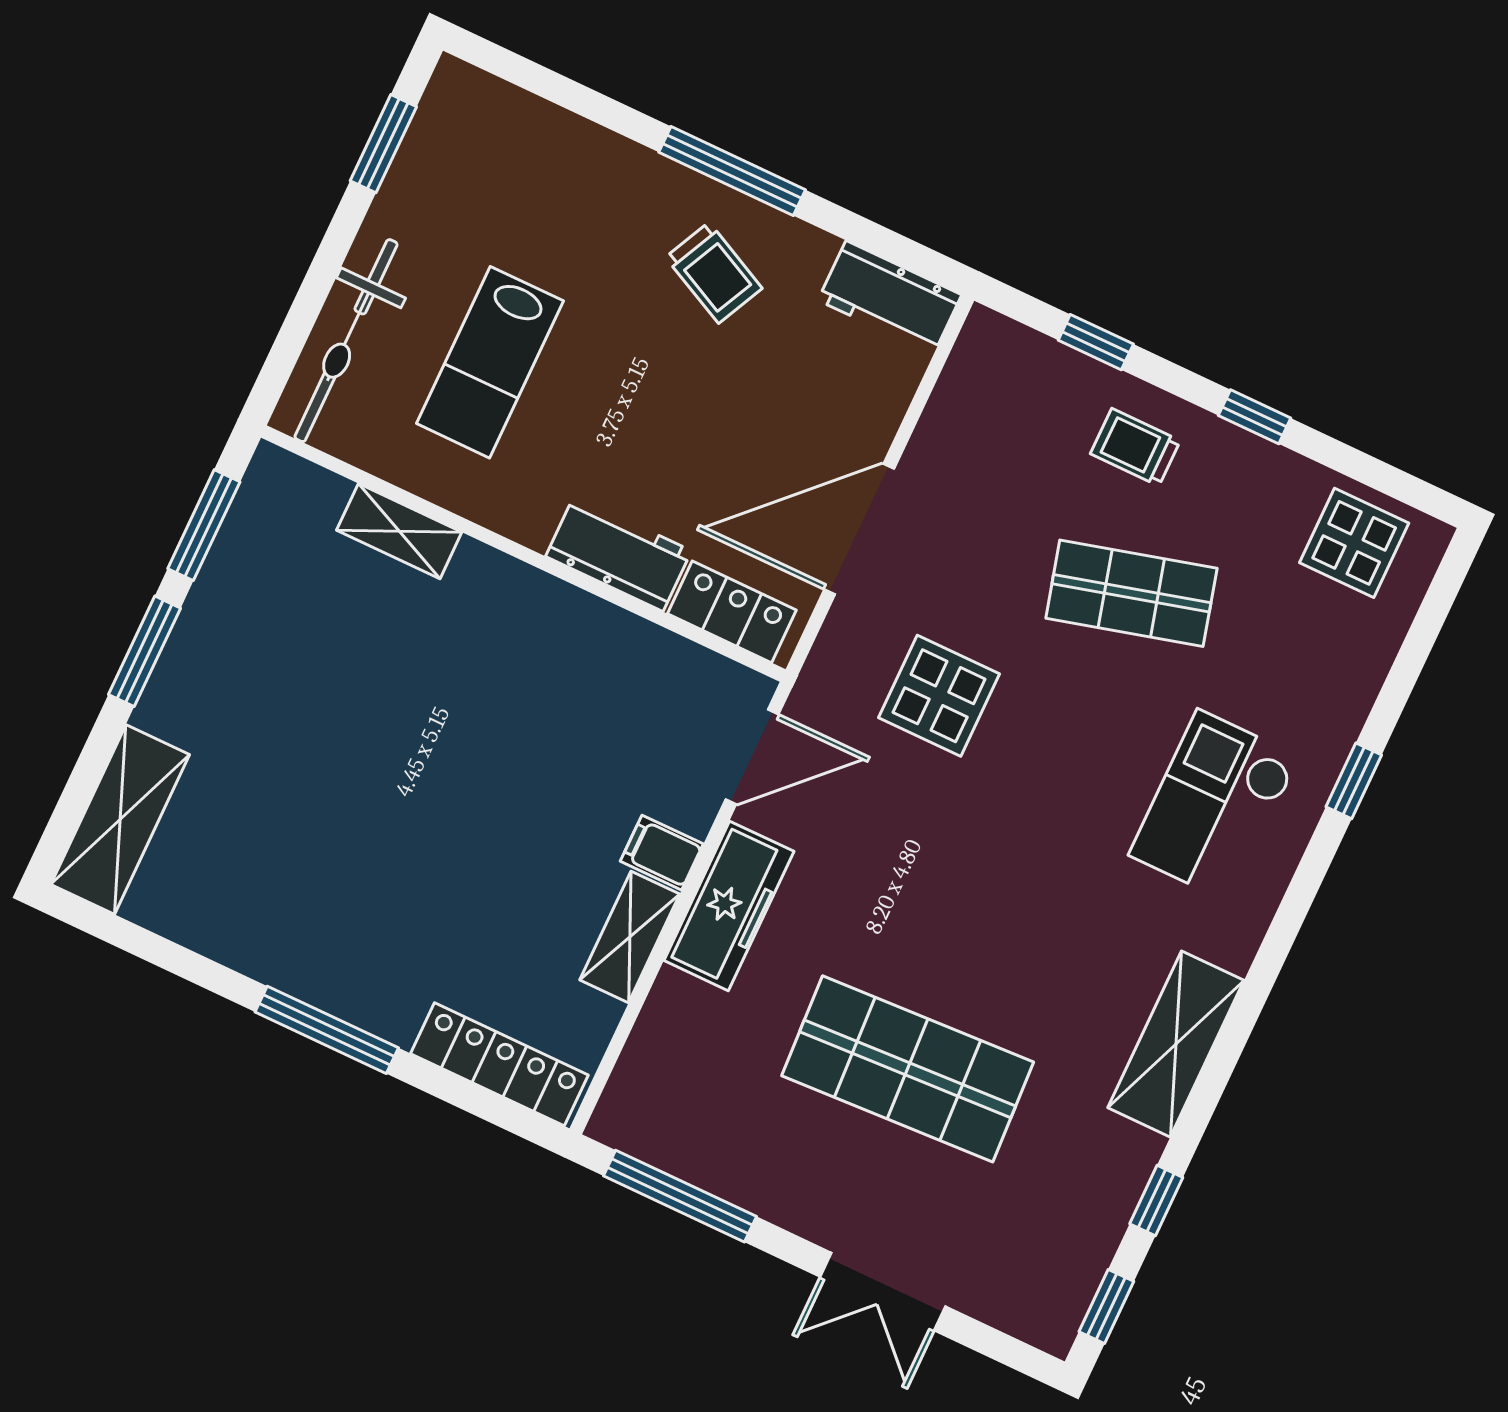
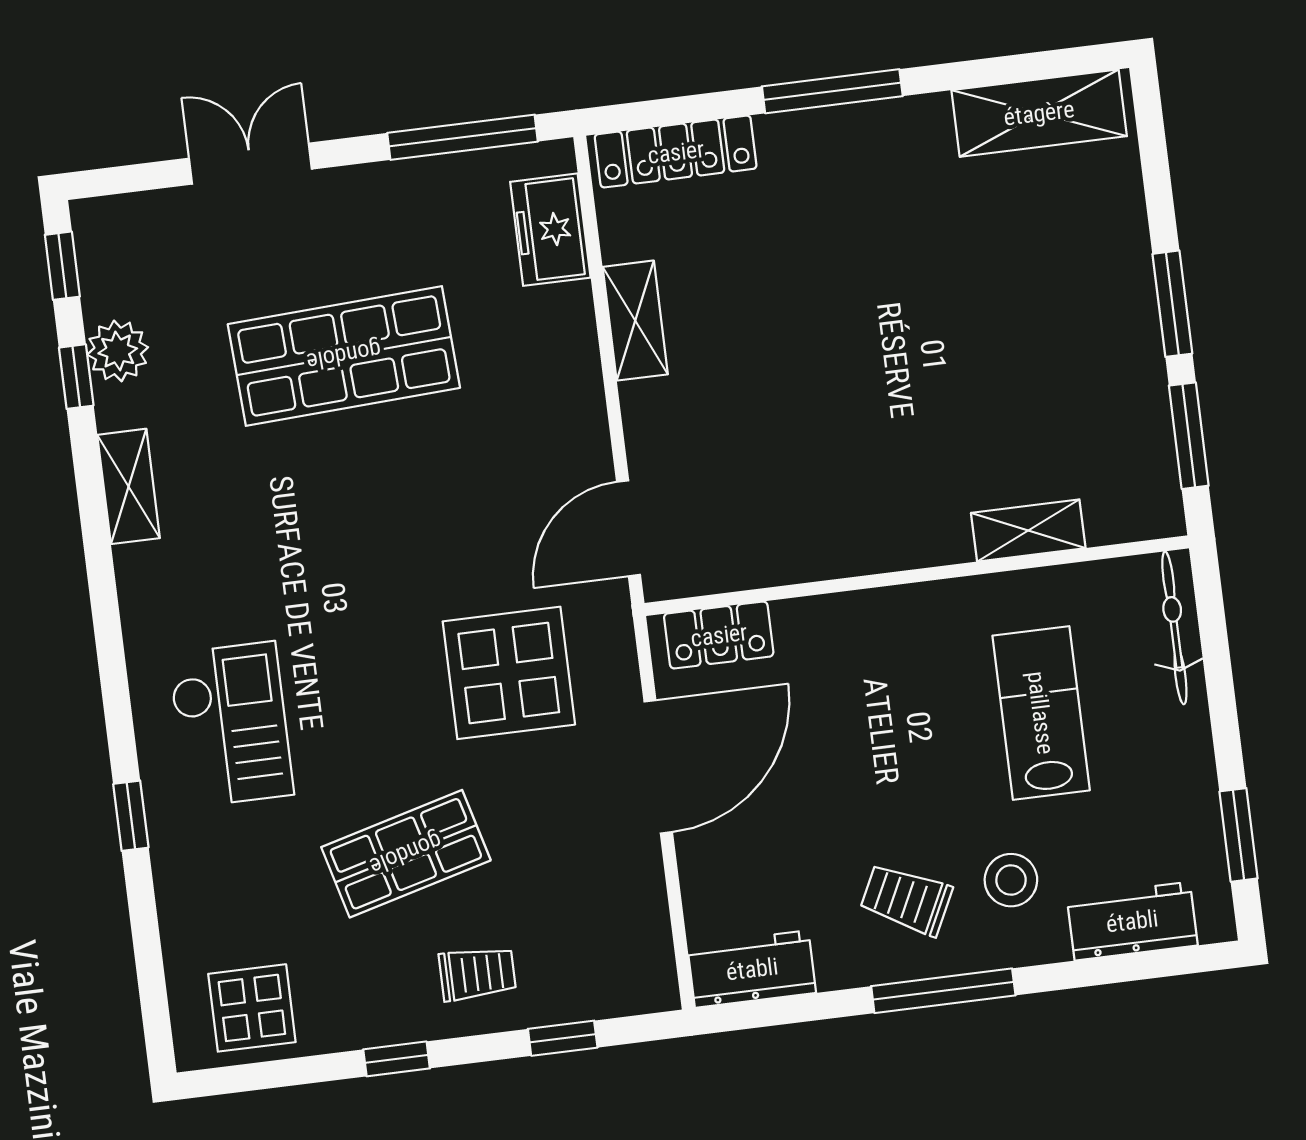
stool: (610, 231) -> (1011, 880), added
bicycle: (346, 341) -> (1174, 628), width x0.73, depth x0.71
workbench: (619, 554) -> (1132, 921), moved, turned 180
display table: (939, 696) -> (509, 673), width x1.36, depth x1.36
shelving: (120, 819) -> (1039, 113), moved, turned 90
filing cabinet: (662, 853) -> (652, 405), removed
freezer: (729, 906) -> (550, 230), moved, width x0.71
shelving: (1176, 1044) -> (129, 486), width x0.67, depth x0.75
plant: (1105, 1200) -> (118, 351), added

